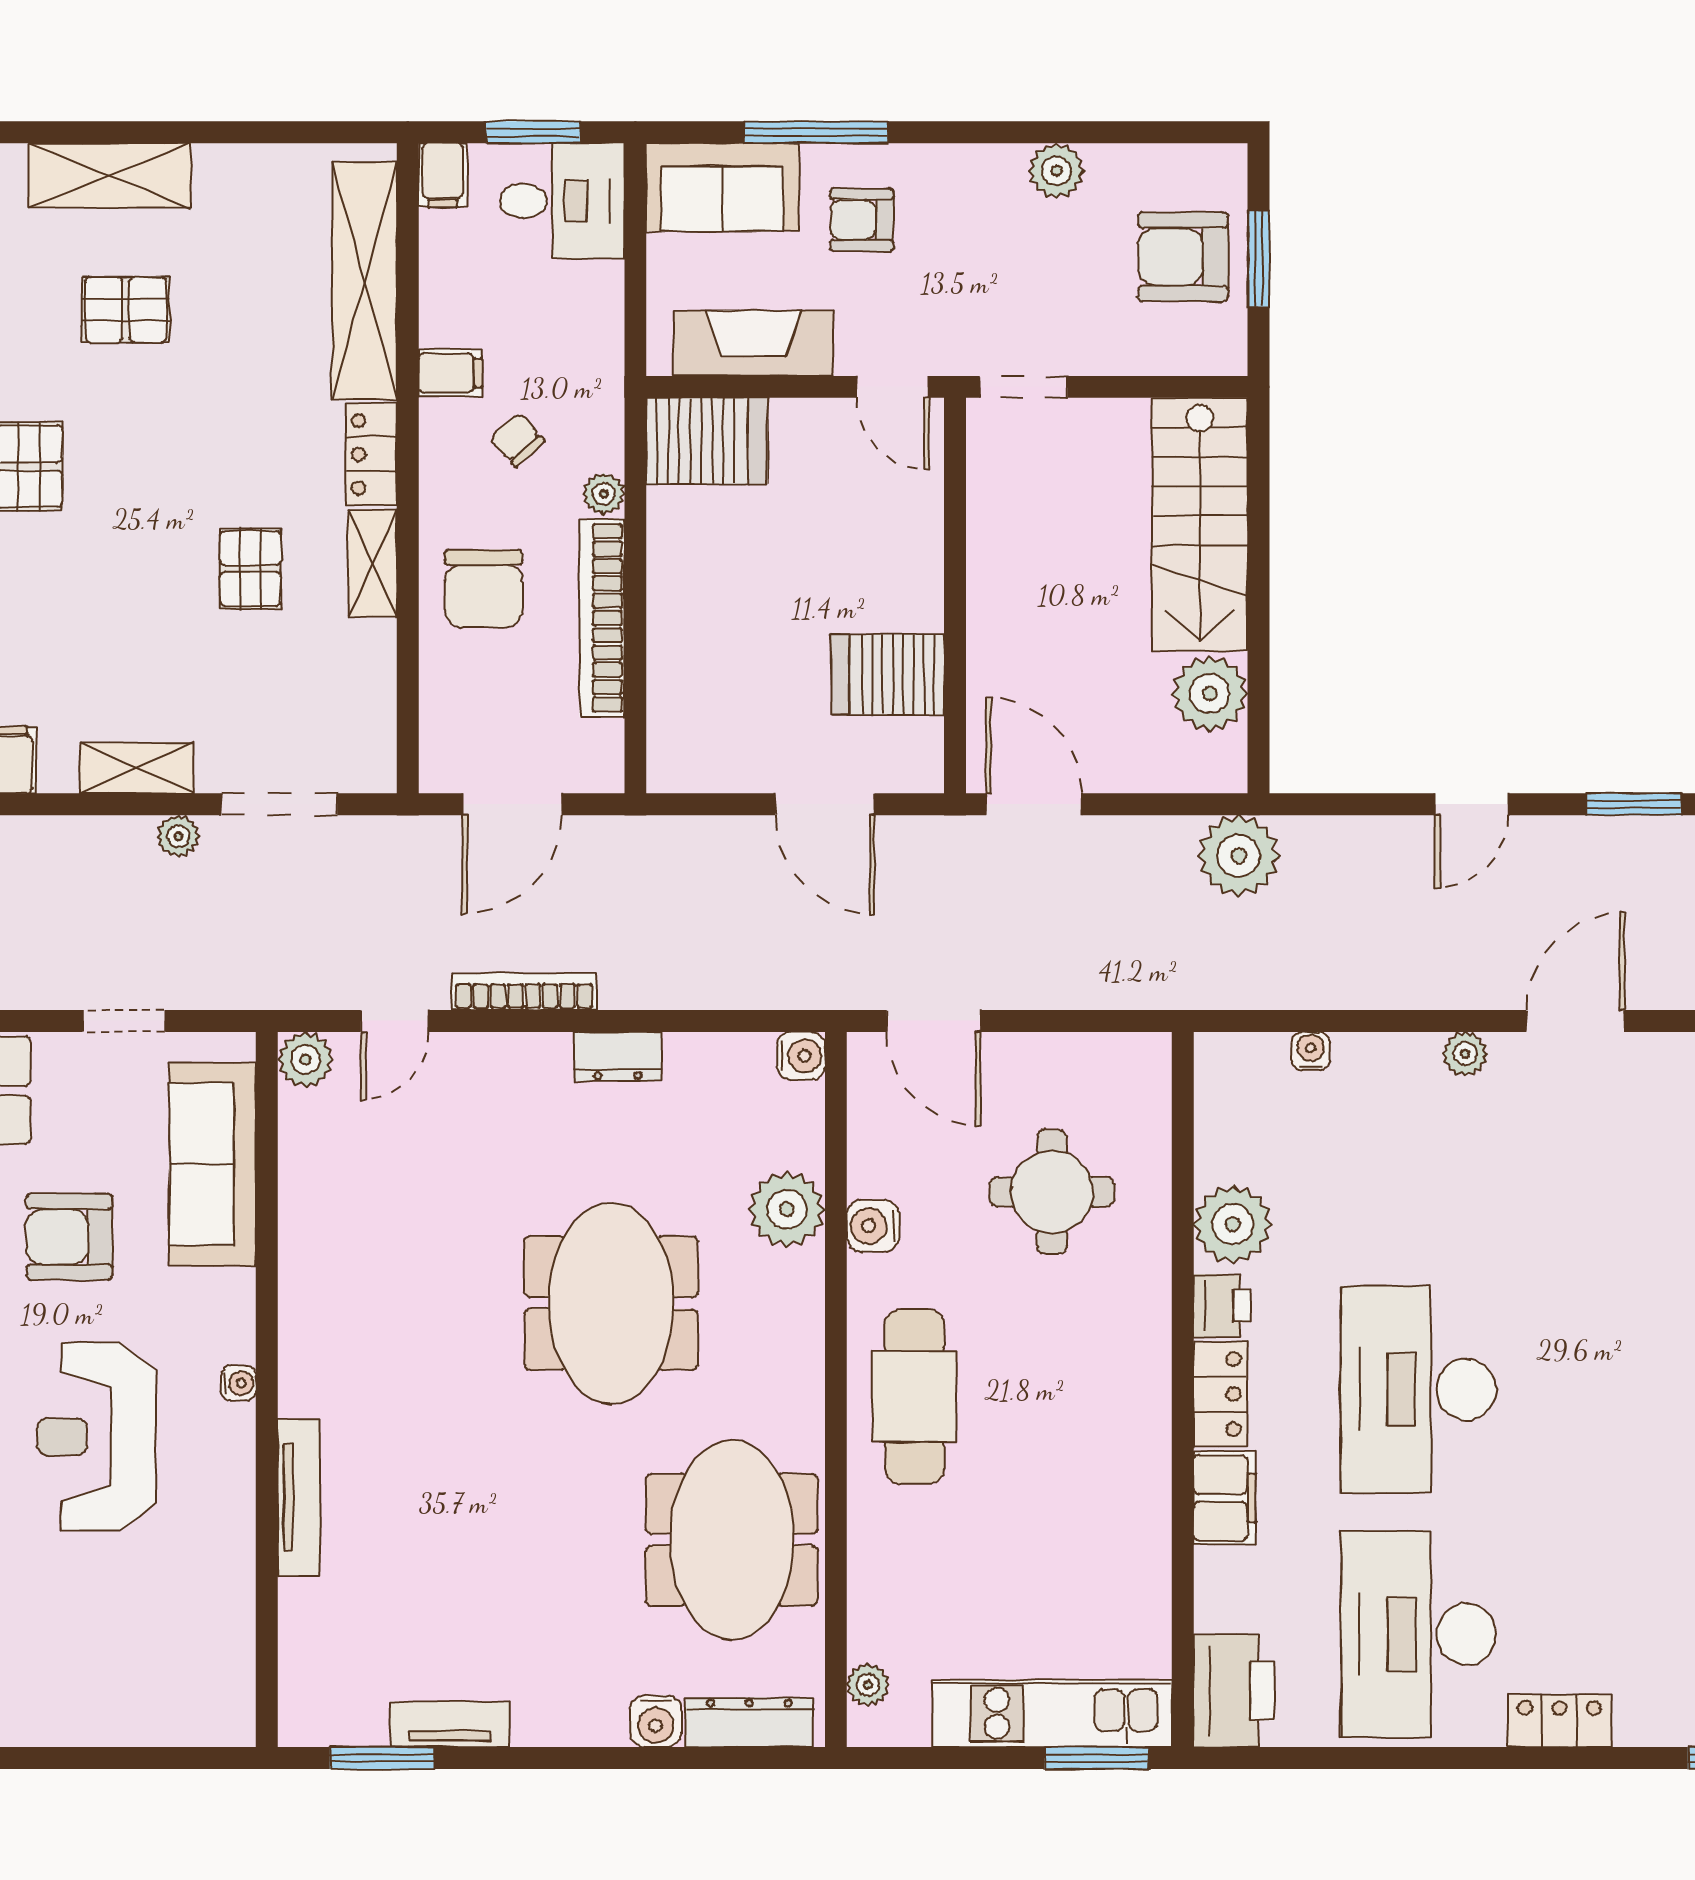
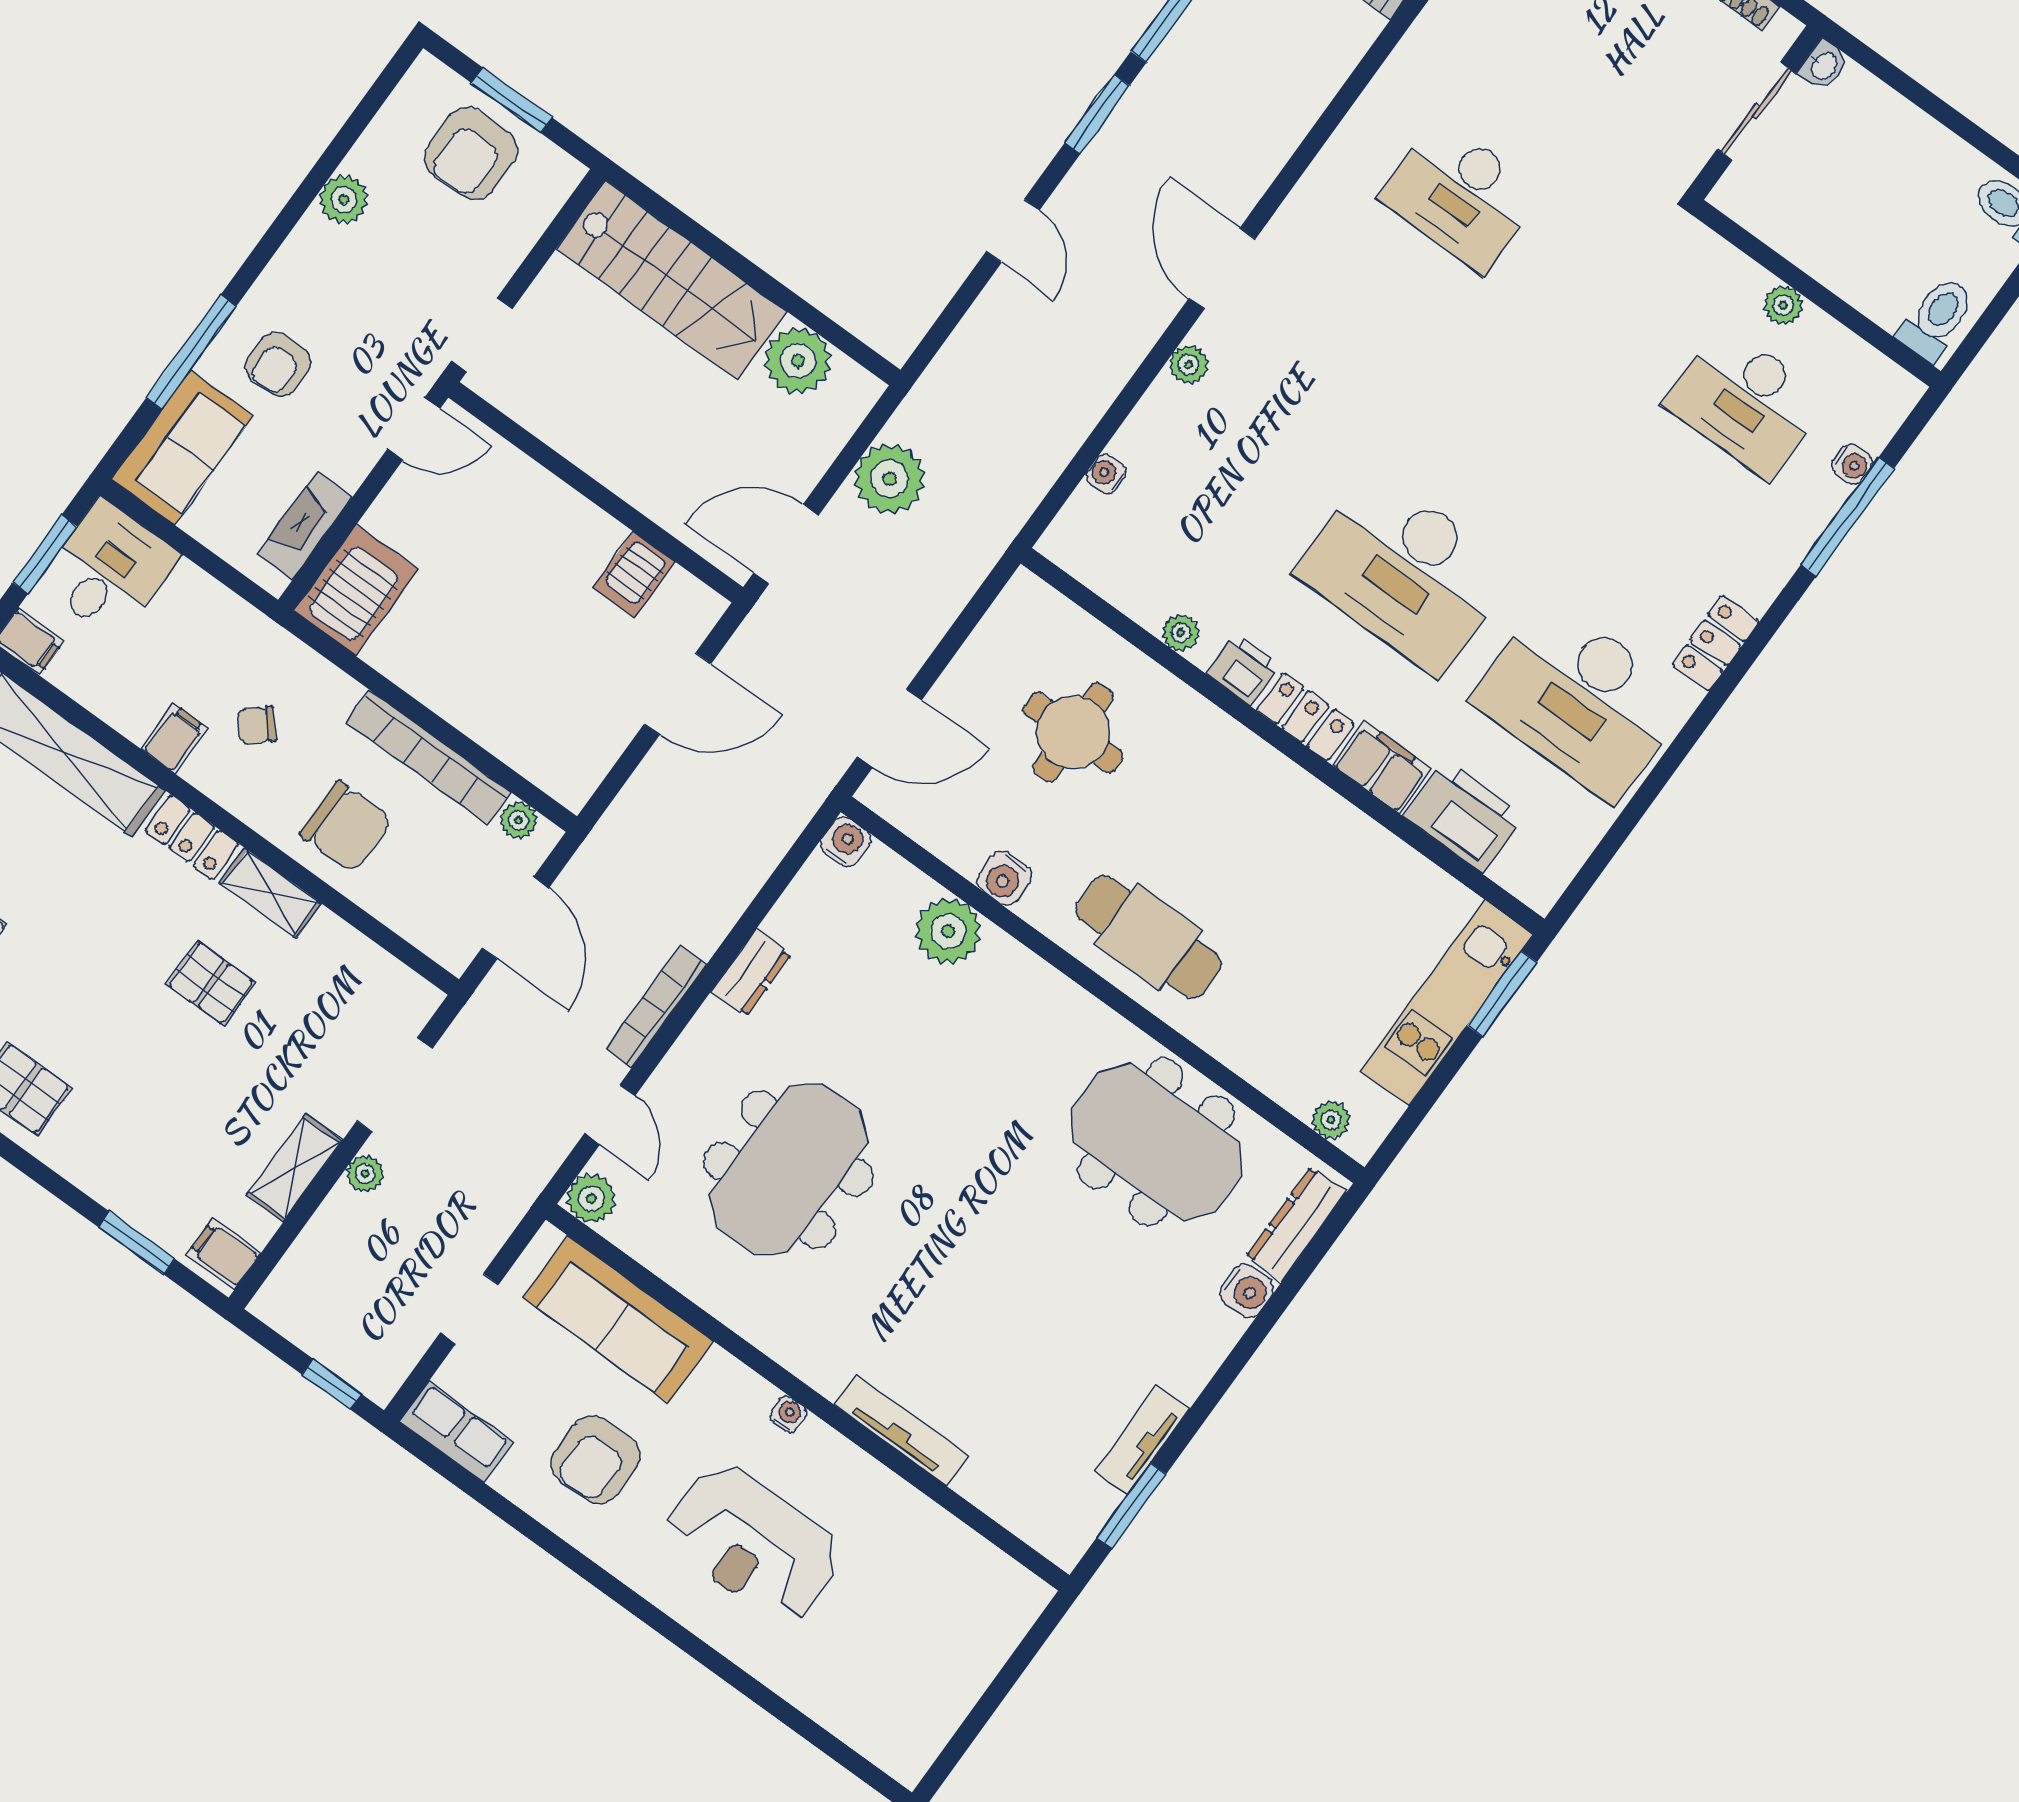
fireplace: (753, 343) -> (305, 526), width x0.73, depth x0.76
plant: (604, 494) -> (518, 820), moved
server rack: (888, 675) -> (634, 575), width x0.73, depth x0.70
plant: (1239, 856) -> (890, 479), moved
plant: (1233, 1224) -> (1181, 633), width x0.53, depth x0.53
meeting table: (611, 1303) -> (789, 1169), moved, turned 90
printer: (1234, 1691) -> (1464, 816), moved

